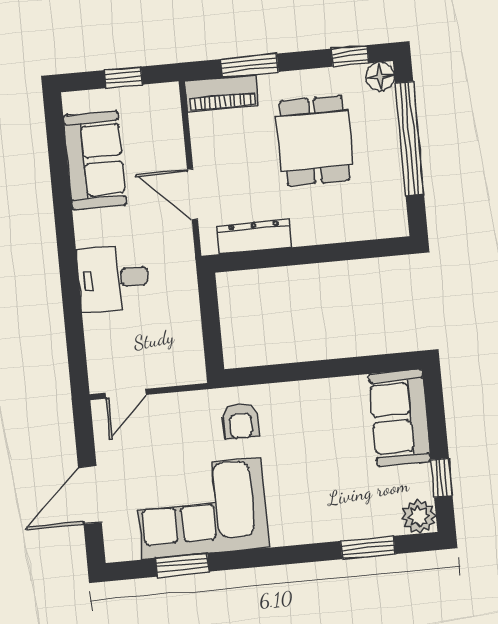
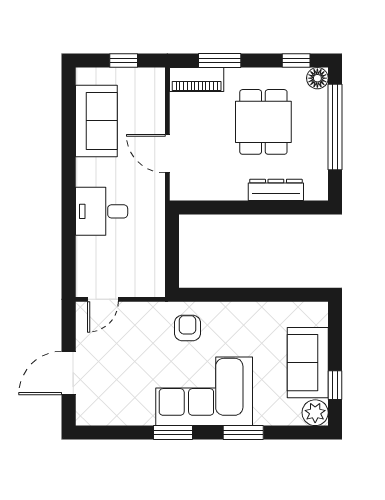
dresser: (255, 236) -> (276, 190), moved
sofa: (400, 418) -> (308, 363), moved
armchair: (241, 421) -> (188, 328), turned 180
corner sofa: (202, 508) -> (204, 391), moved
window: (368, 548) -> (243, 433), moved
window: (182, 565) -> (173, 433), moved

